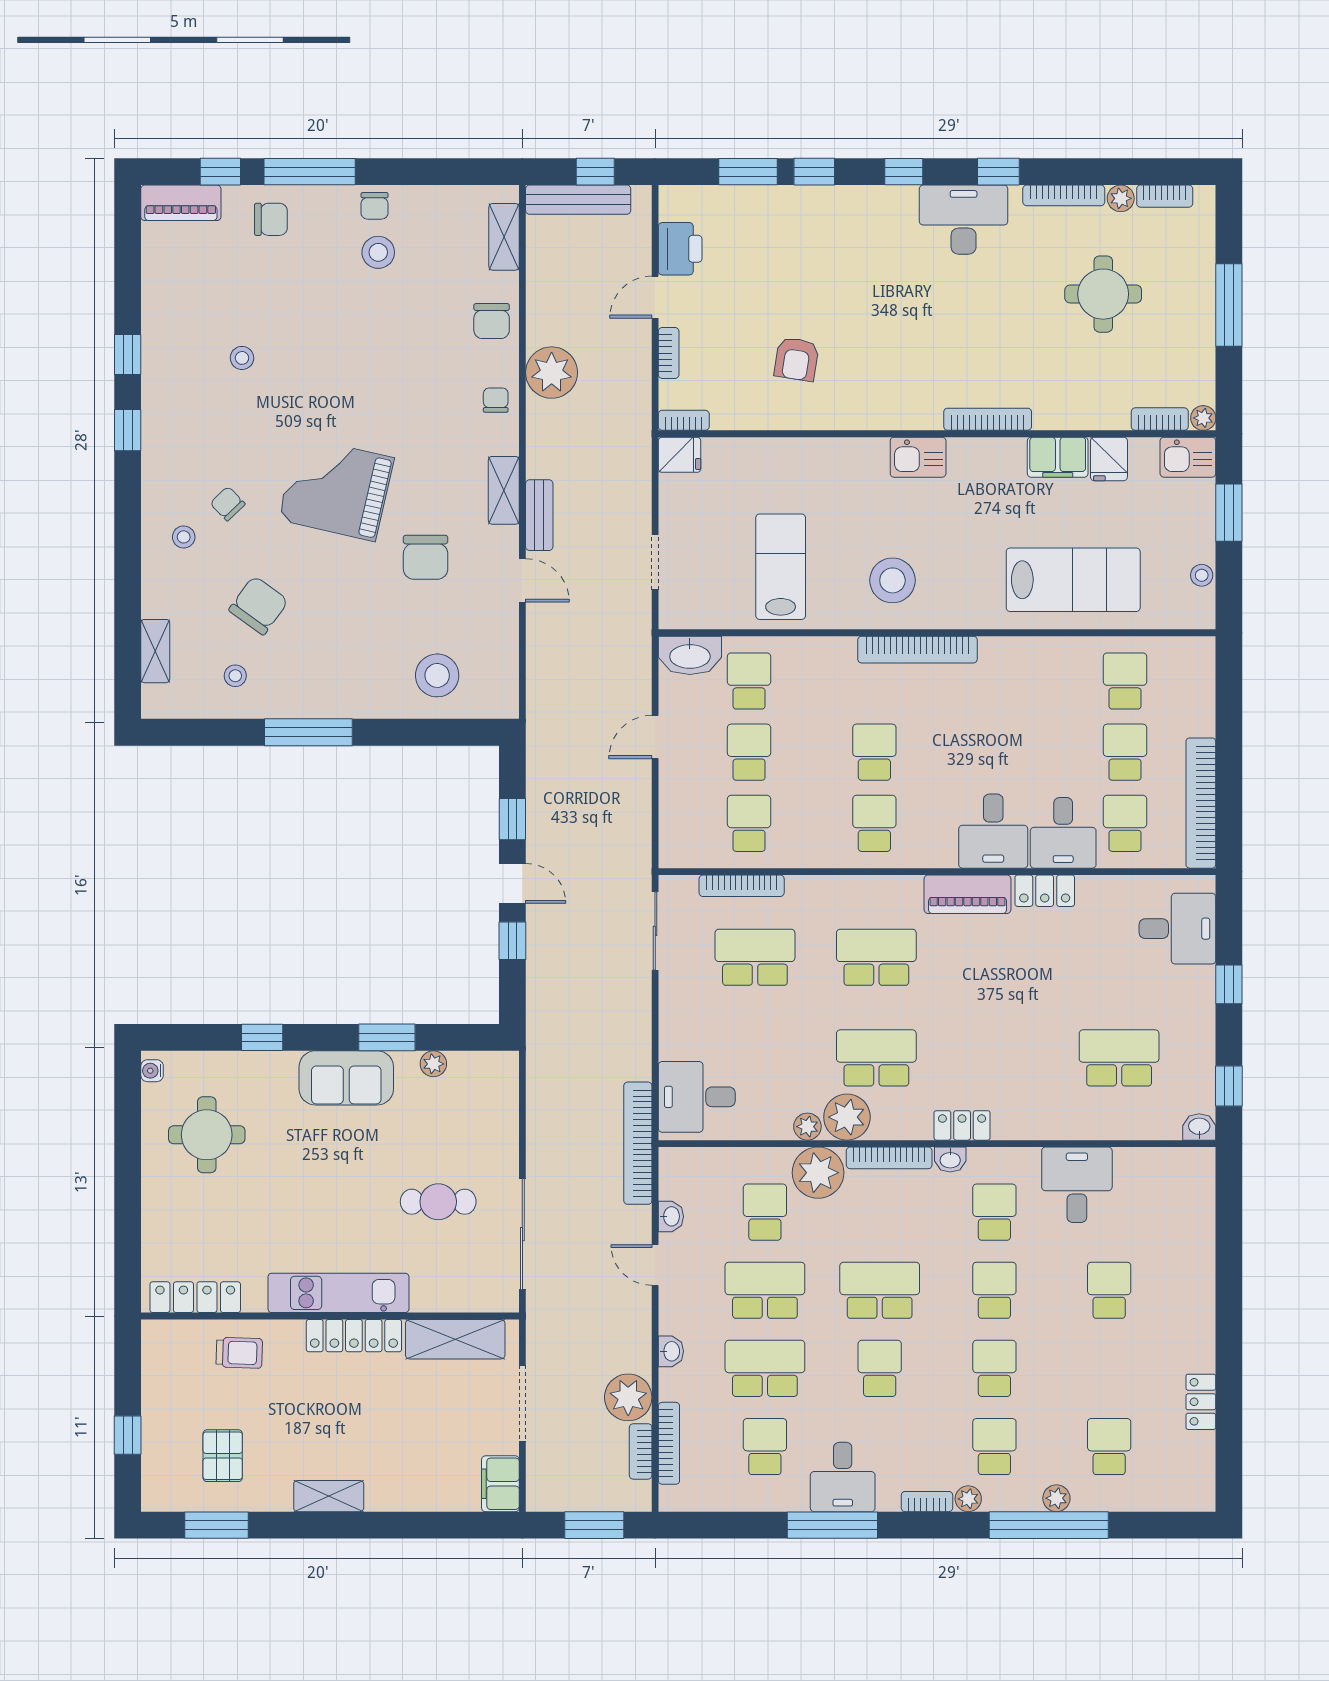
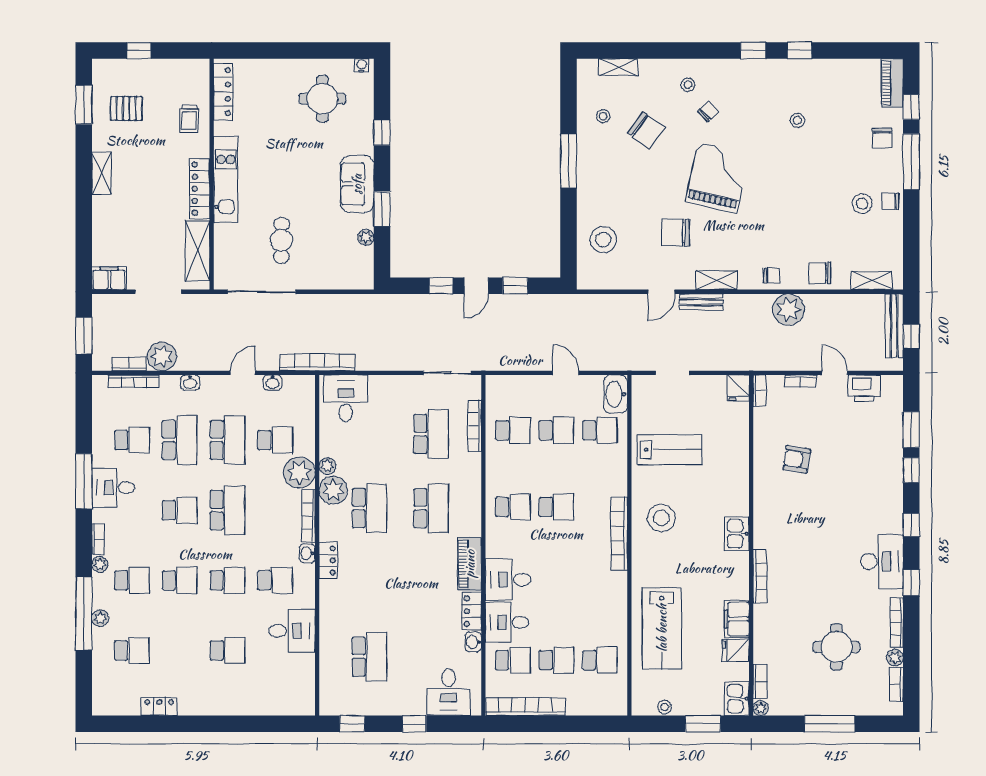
washbasin: (1199, 1127) -> (473, 642), moved, turned 180

